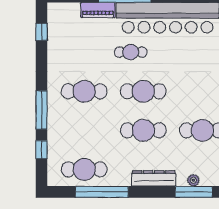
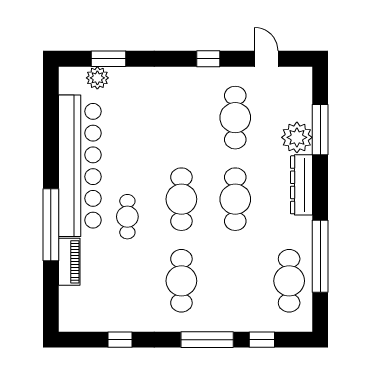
window: (41, 32) -> (120, 340), moved
plant: (193, 180) -> (297, 137), width x1.88, depth x1.88

